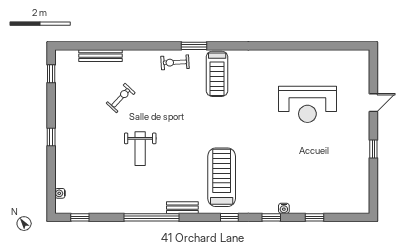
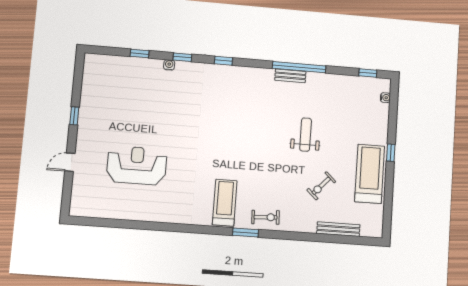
window: (51, 74) -> (387, 215), removed
treadmill: (222, 177) -> (370, 174), moved, turned 180
bench: (182, 208) -> (290, 76), moved

